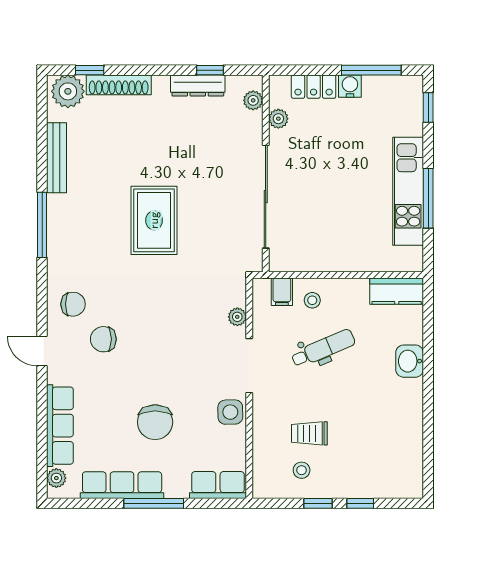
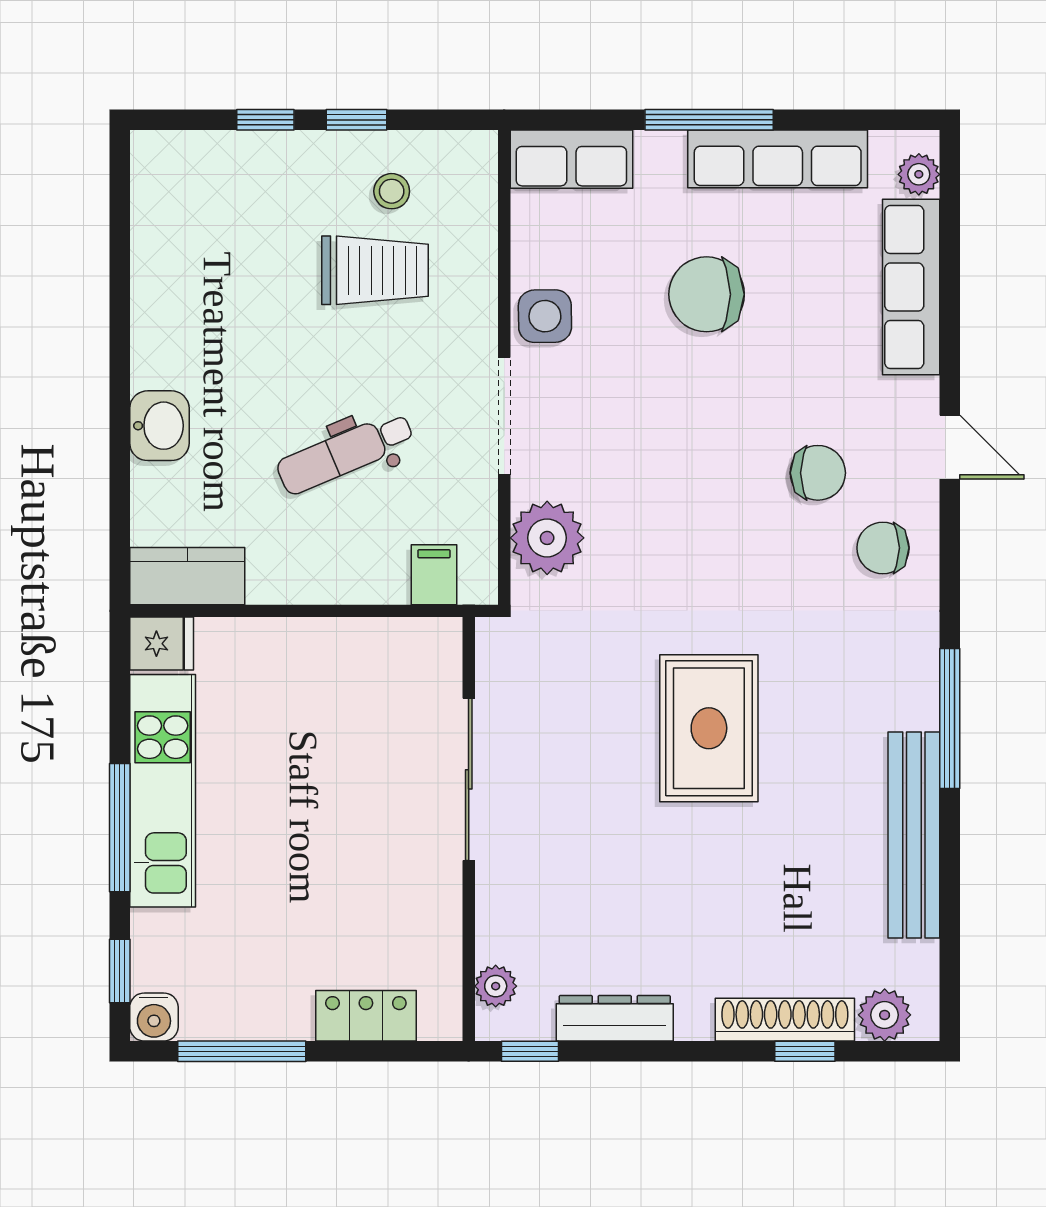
window: (90, 70) -> (805, 1051), moved
window: (210, 70) -> (530, 1051), moved
water cooler: (350, 86) -> (154, 1017), moved
plant: (68, 91) -> (885, 1015), width x0.73, depth x0.73
plant: (278, 119) -> (441, 947), removed
bench: (57, 158) -> (914, 835), width x1.37, depth x1.21
sliding door: (266, 197) -> (469, 779), width x0.73
window: (428, 198) -> (120, 828), moved
fridge: (409, 260) -> (162, 644), added
stool: (312, 300) -> (369, 557), removed
plant: (237, 317) -> (547, 538), width x1.87, depth x1.87
chair: (155, 422) -> (707, 294), turned -90
trolley: (309, 433) -> (375, 270), width x1.36, depth x1.39

